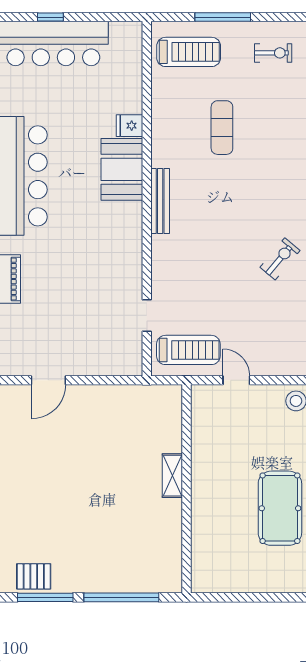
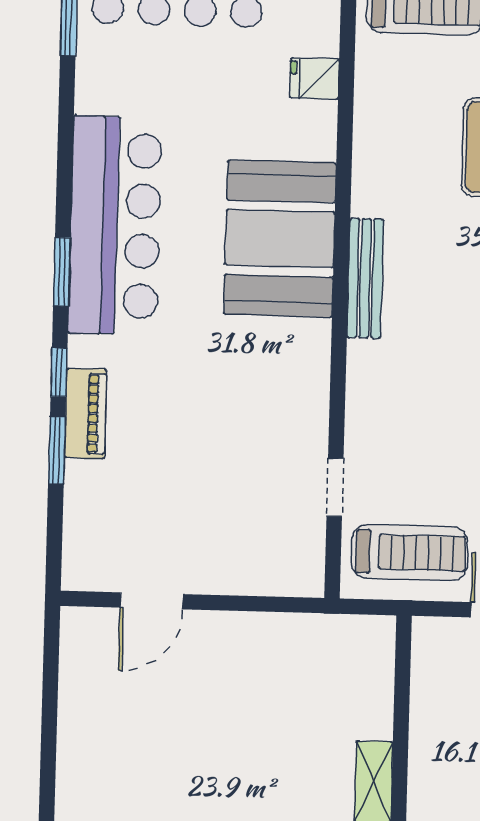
fridge: (129, 126) -> (315, 79), moved
booth: (122, 169) -> (280, 239), width x1.36, depth x1.42

